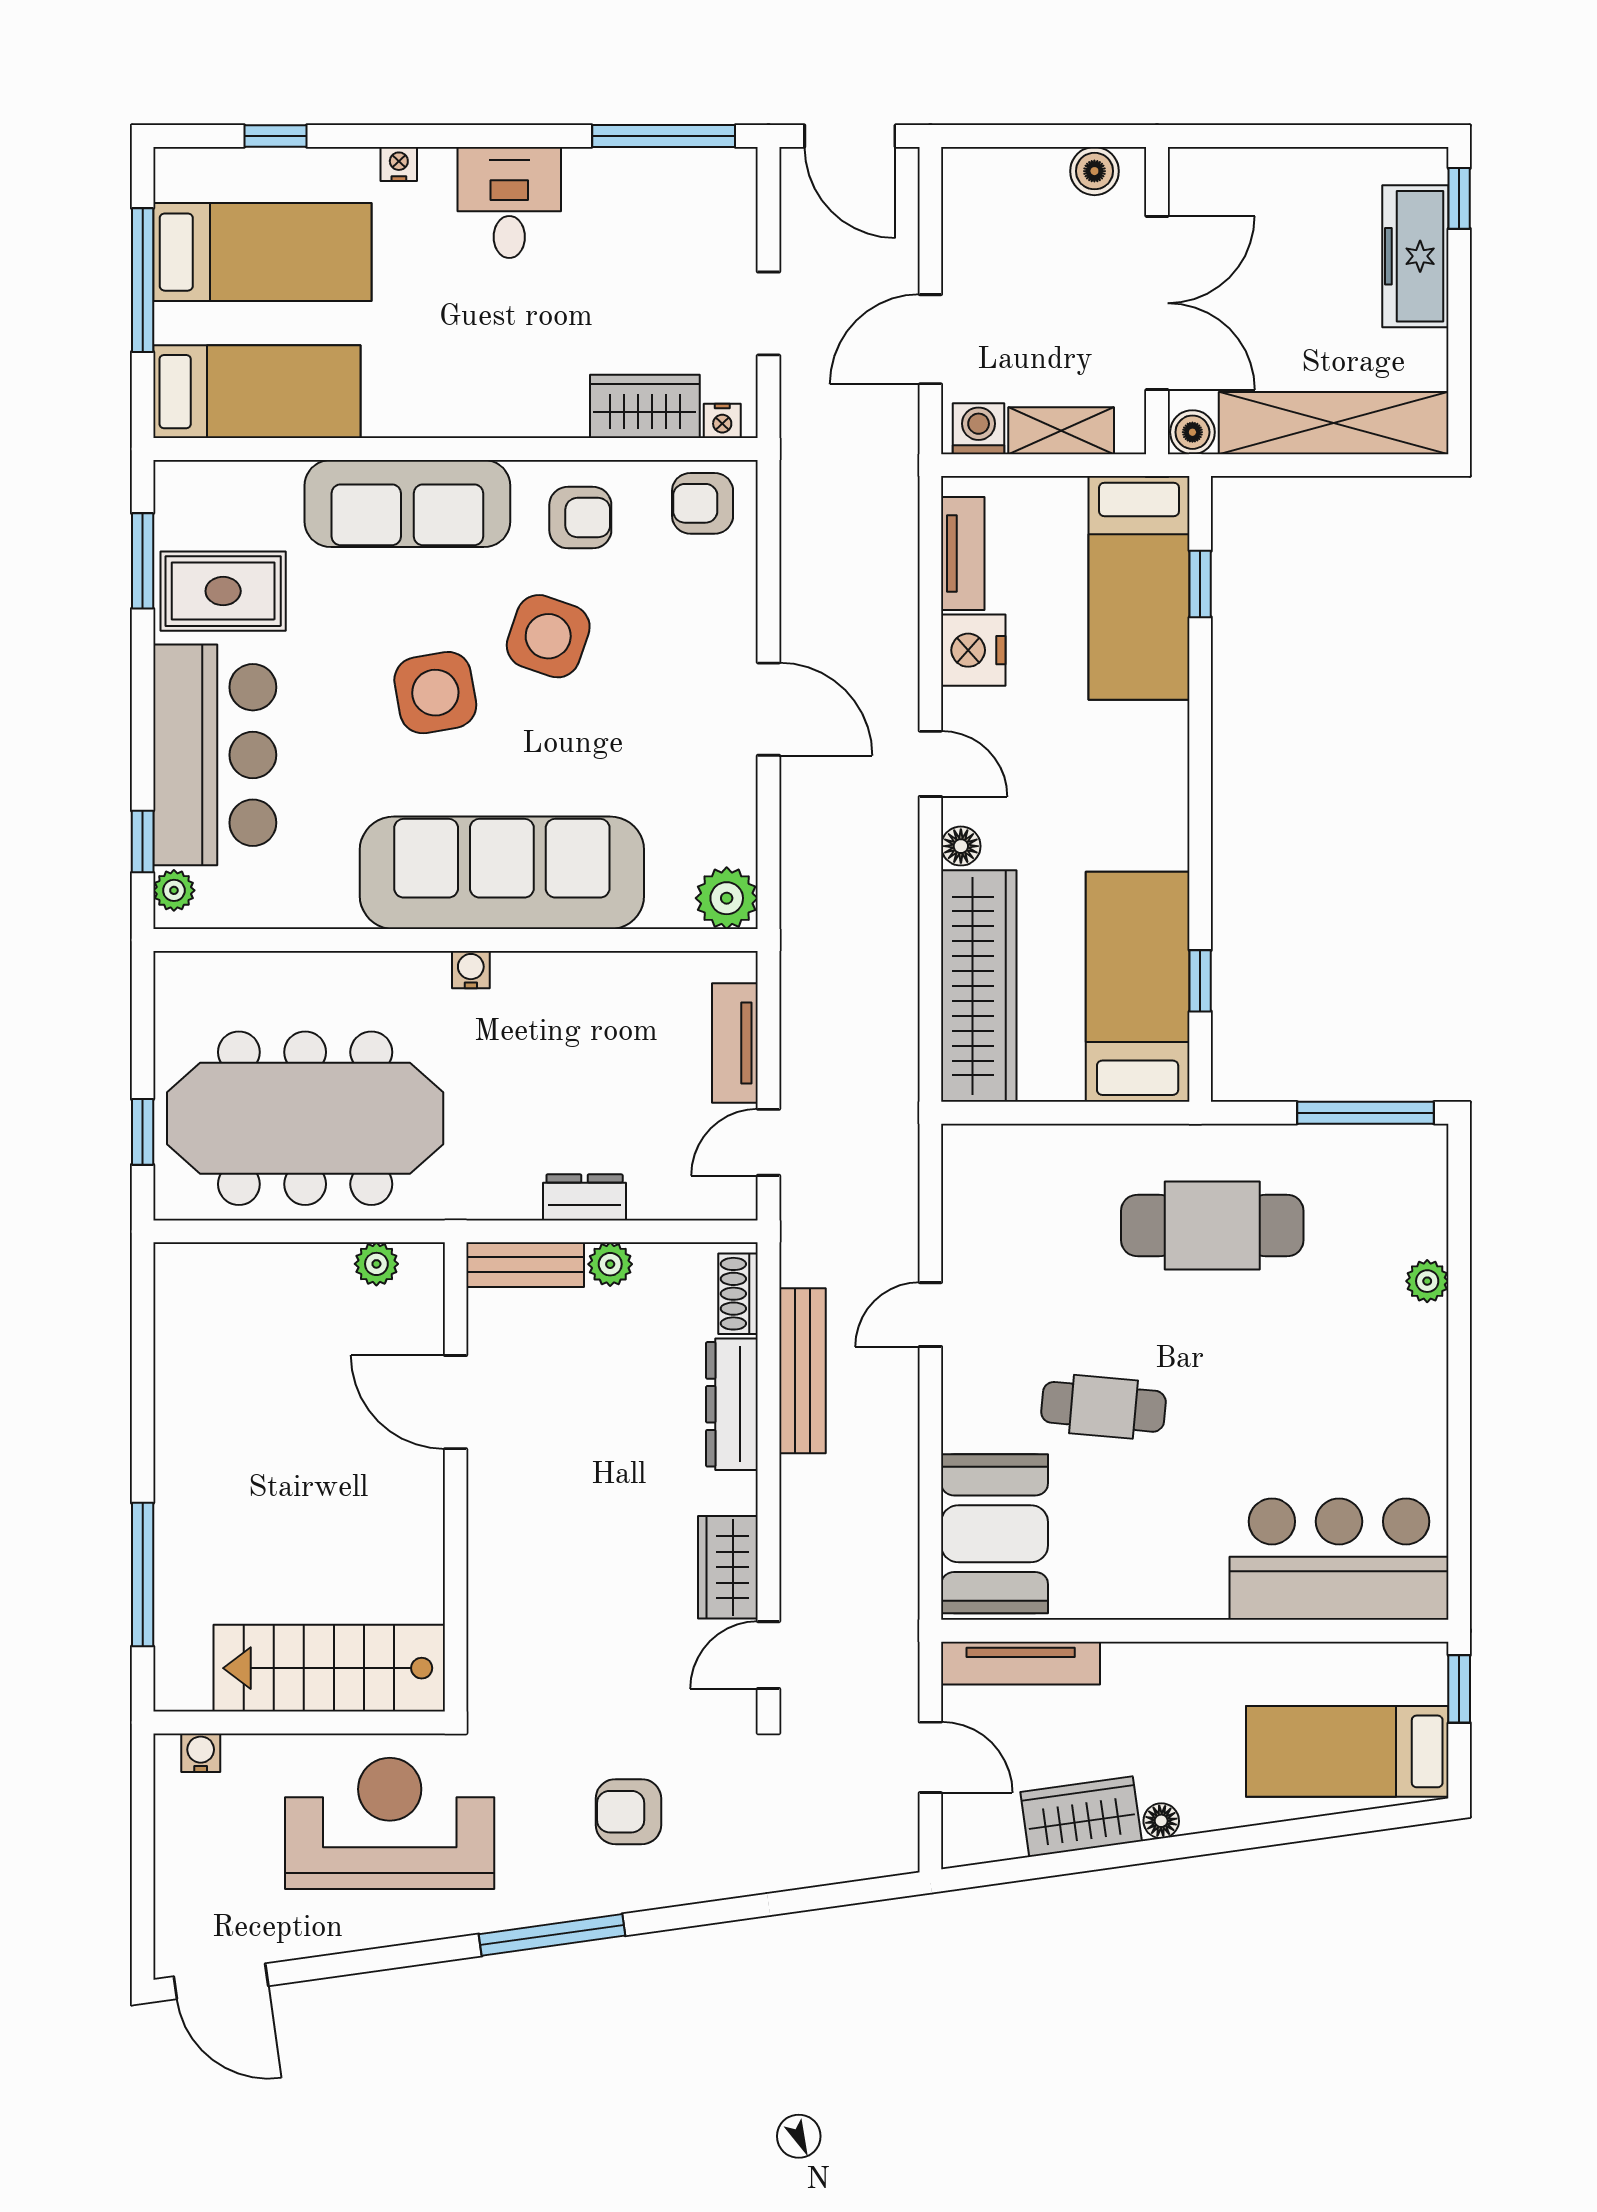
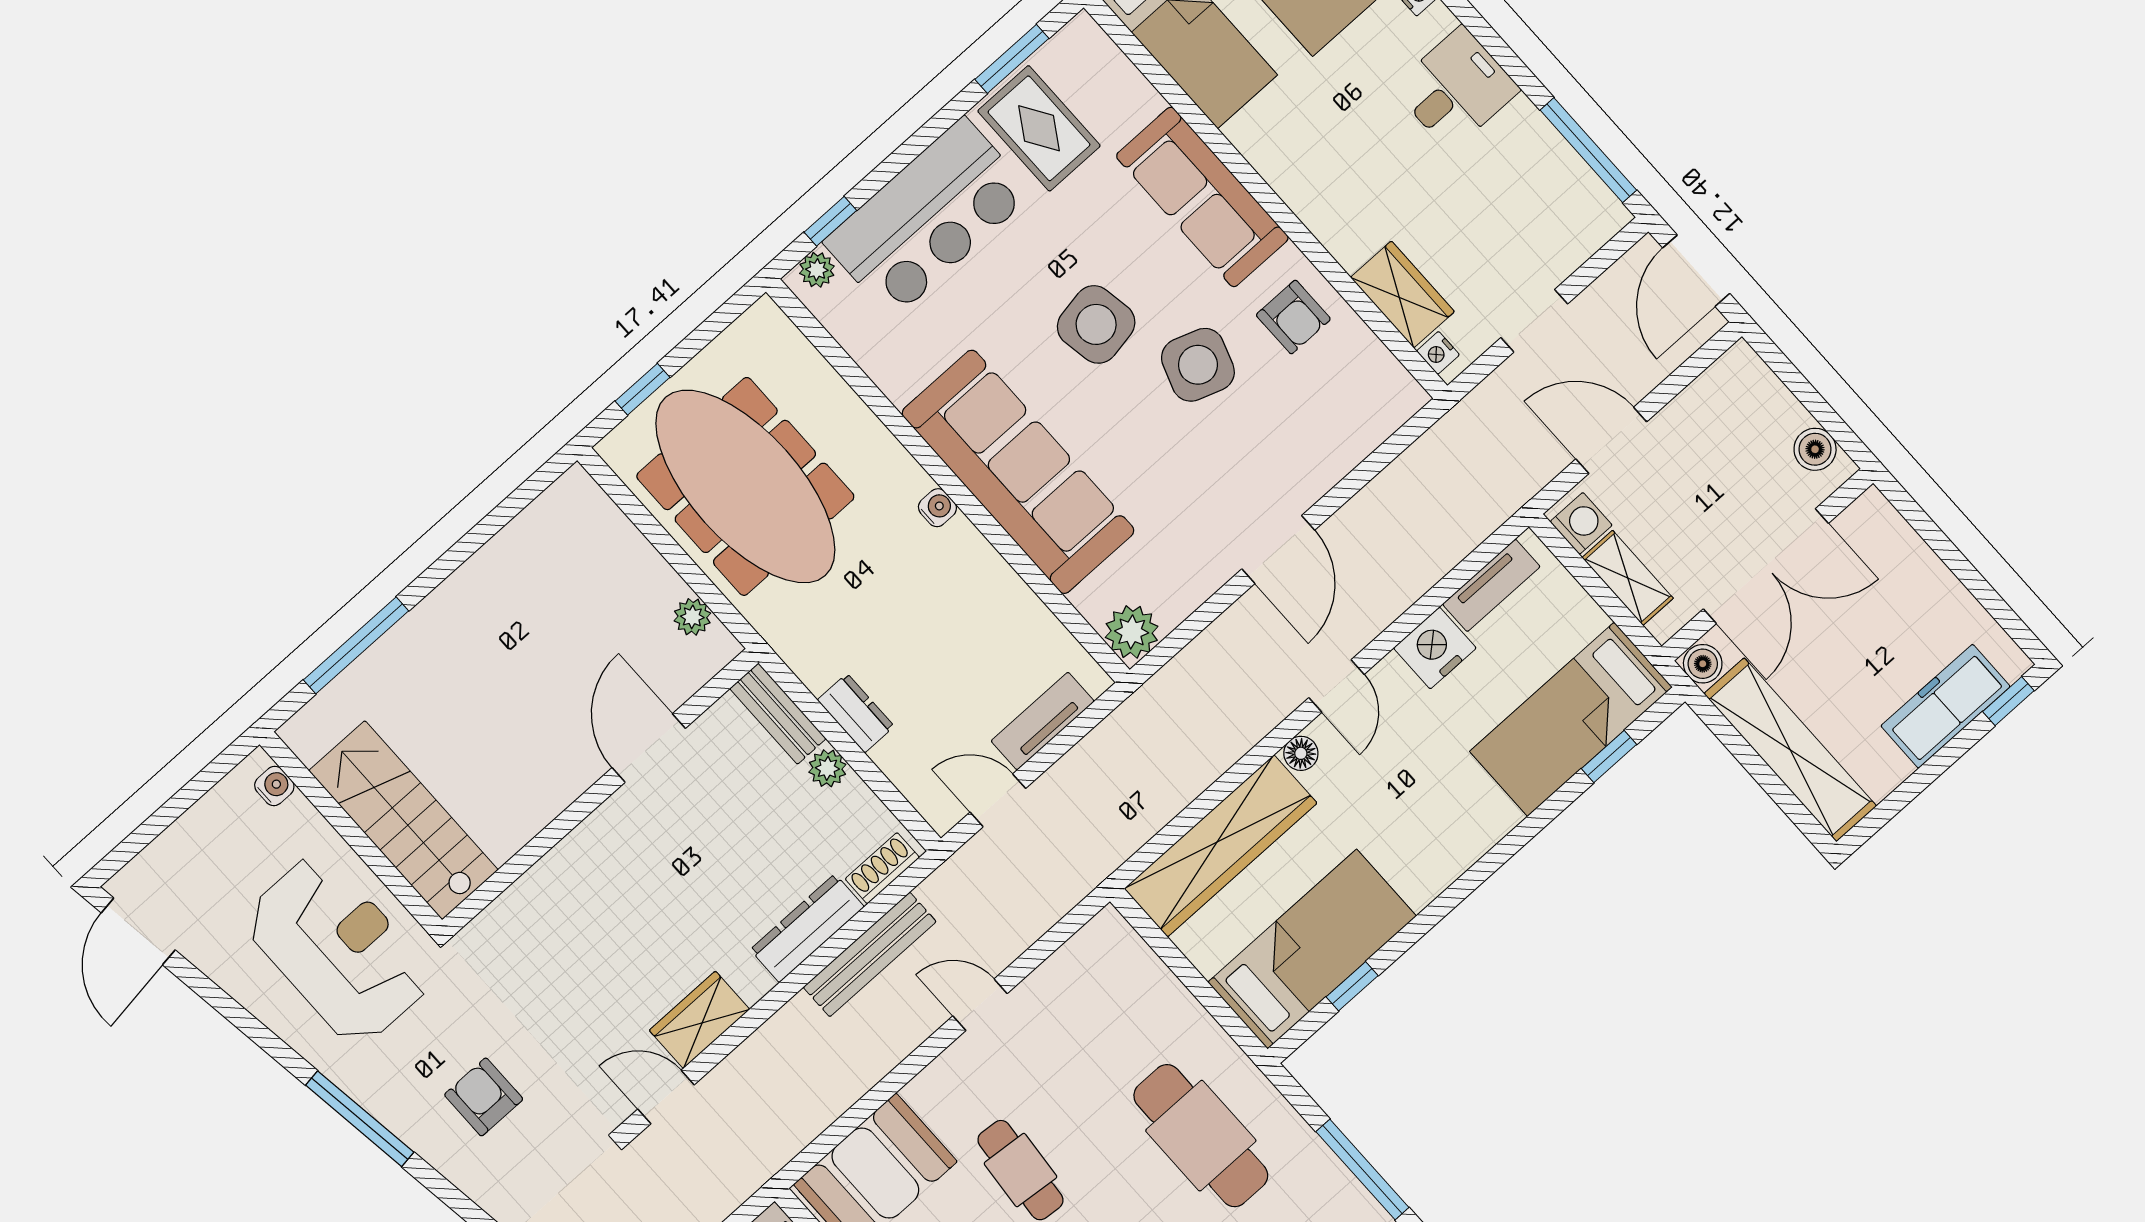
armchair: (703, 503) -> (1373, 388), removed

